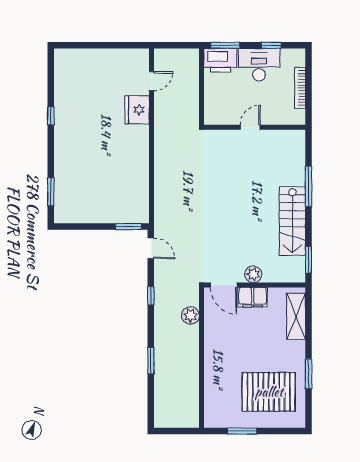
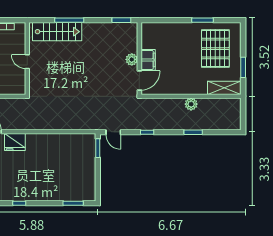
stairs: (292, 221) -> (57, 32), moved
door: (151, 248) -> (113, 132), swing flipped
plant: (190, 315) -> (191, 104), moved
shelving: (296, 316) -> (224, 88), moved

